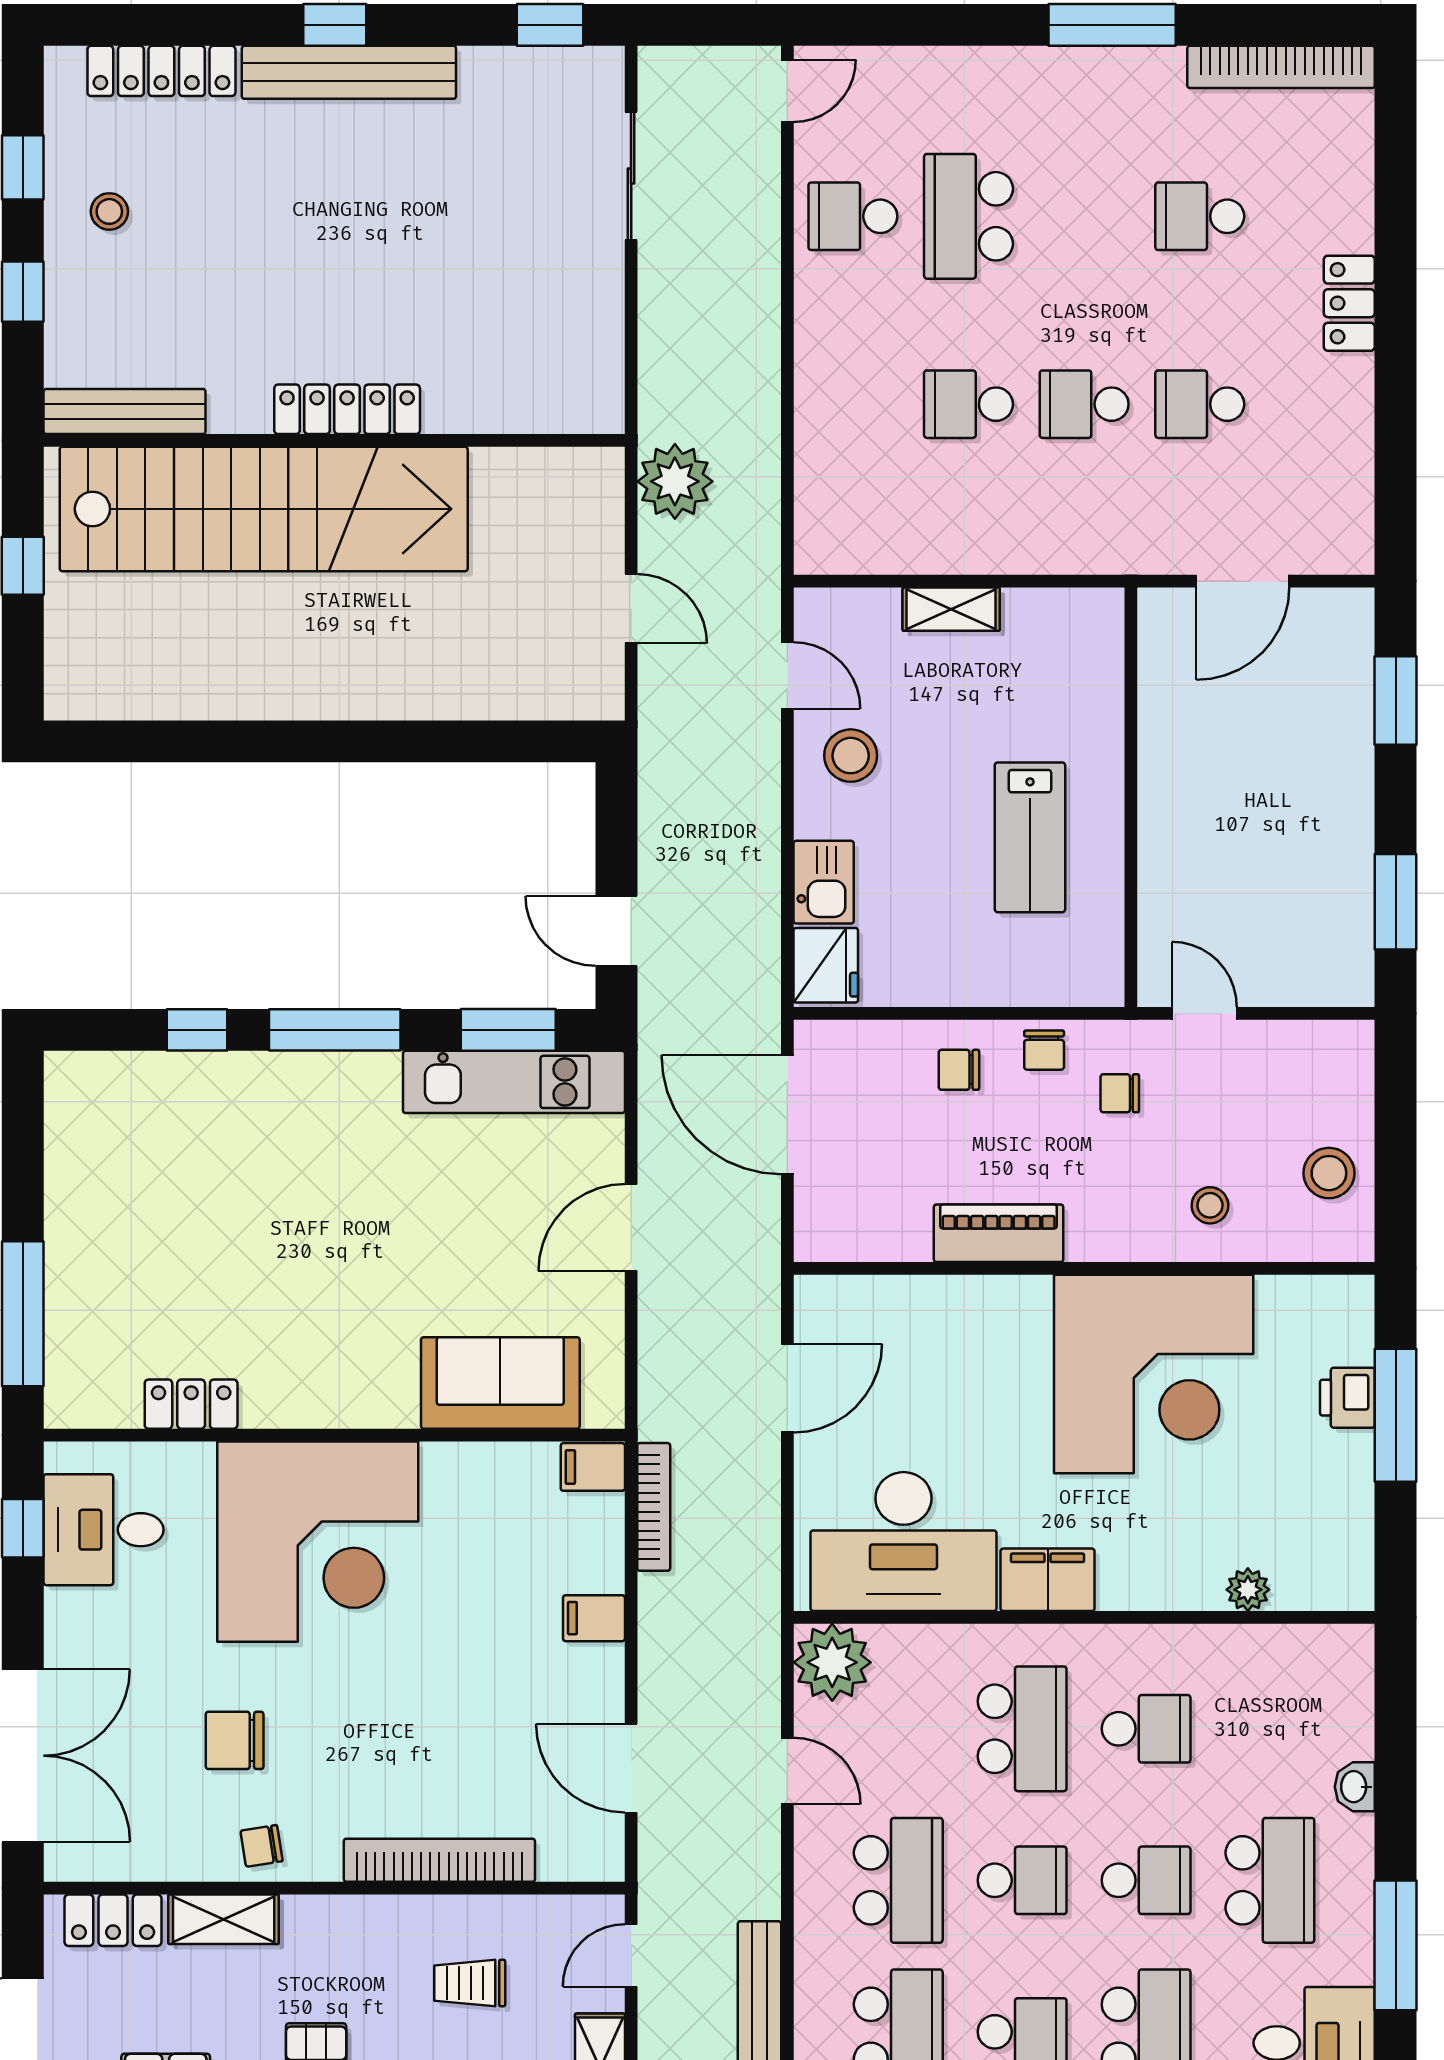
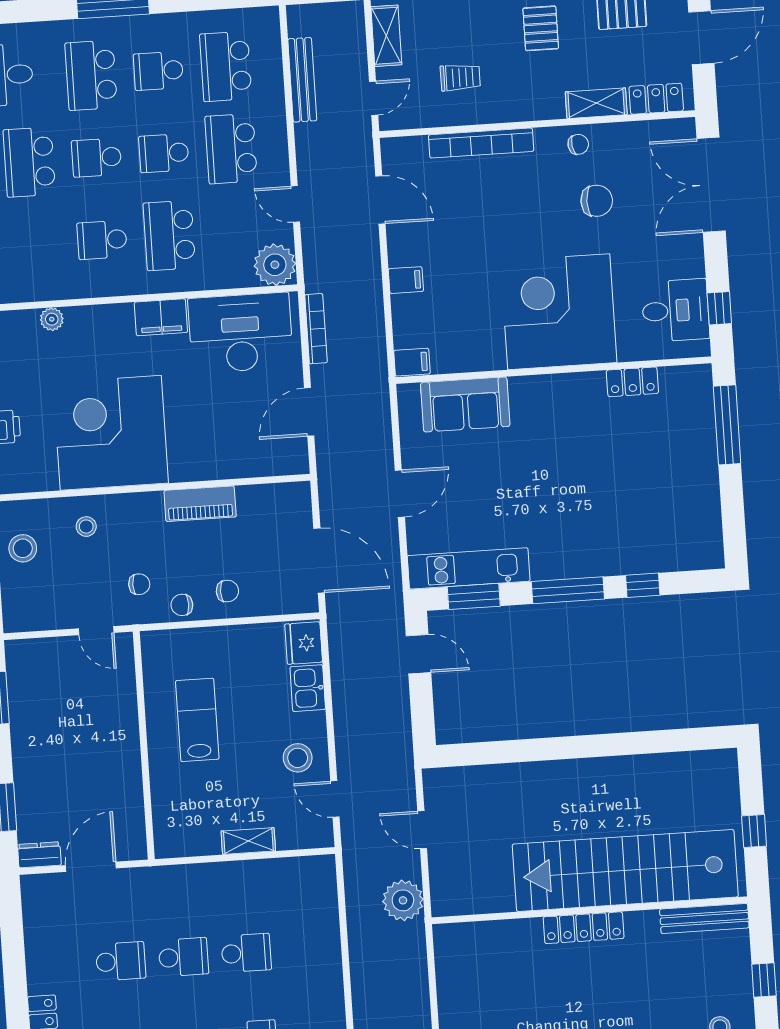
dresser: (1336, 609) -> (39, 855), added
chair: (1044, 1050) -> (182, 605), turned -90
bookcase: (654, 1507) -> (316, 329), moved, turned 180

